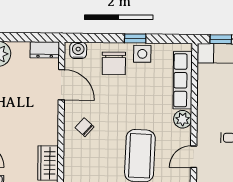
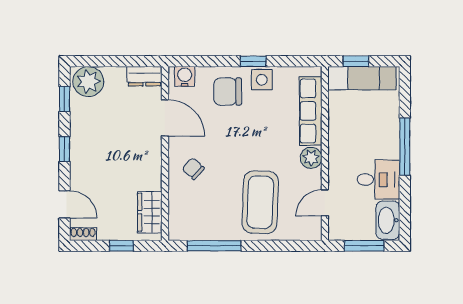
chair: (114, 63) -> (228, 92), turned 90

